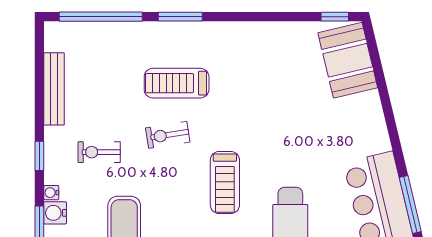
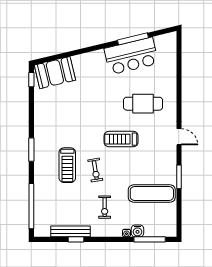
window: (180, 17) -> (31, 150), moved
window: (39, 156) -> (76, 239), moved
treadmill: (225, 182) -> (121, 139), turned 180

